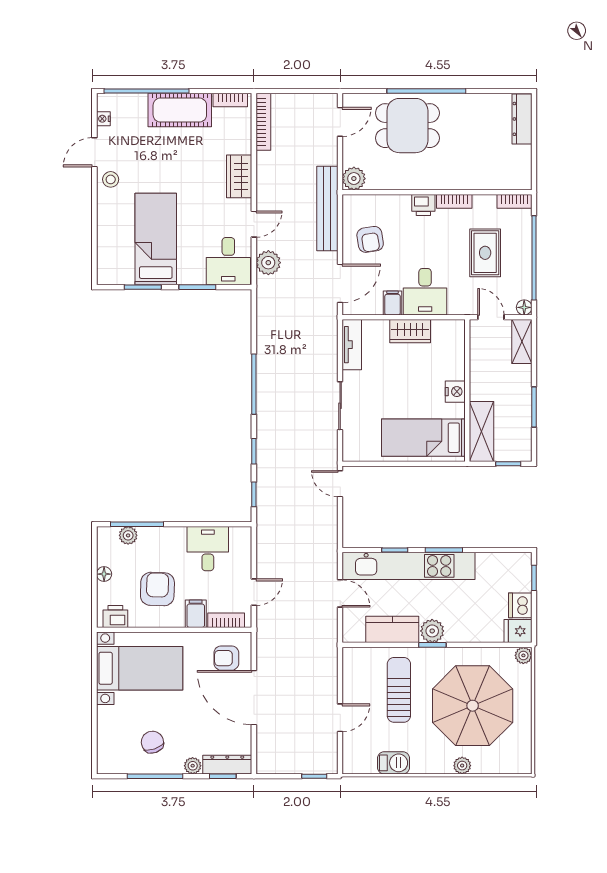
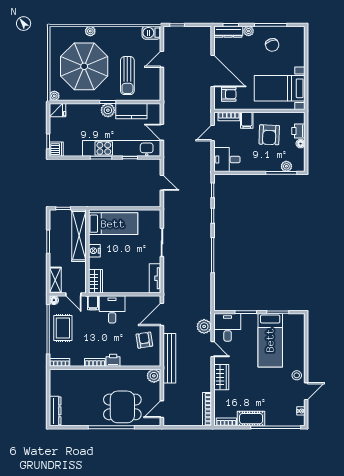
cot: (180, 110) -> (251, 419), width x0.73, depth x0.75
door: (254, 224) -> (213, 349), swing flipped
rug: (485, 253) -> (63, 328), moved
filing cabinet: (392, 303) -> (93, 303), moved
wardrobe: (410, 331) -> (95, 281), moved, turned 90
shelving: (481, 431) -> (79, 236), width x1.47
door: (340, 484) -> (162, 183), moved
desk: (208, 549) -> (227, 159), moved, turned 90
dishwasher: (520, 605) -> (56, 149), moved
printer: (115, 617) -> (298, 131), moved, turned 90
barbecue: (394, 763) -> (151, 33), moved

